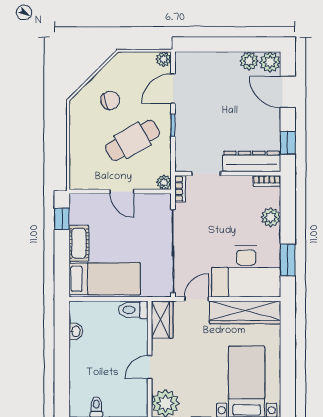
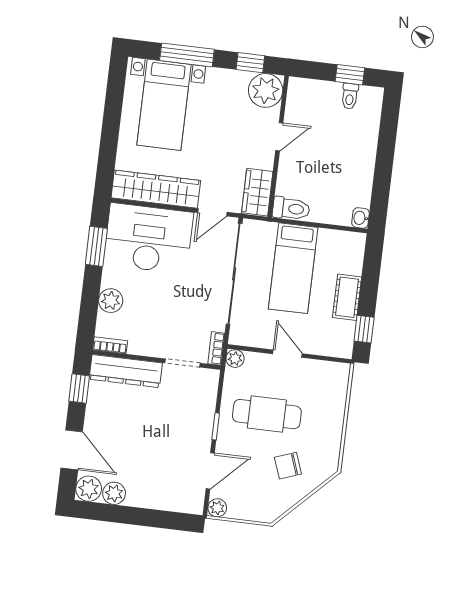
cafe table: (133, 140) -> (267, 414), turned 30
bed: (105, 279) -> (293, 268), moved, turned -90
washbasin: (76, 331) -> (361, 218), moved

